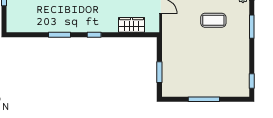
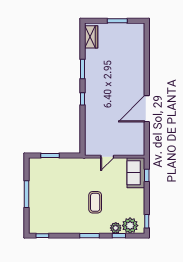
wardrobe: (131, 25) -> (91, 37), moved

